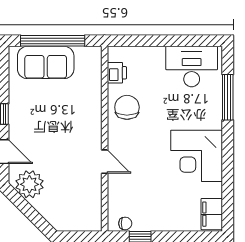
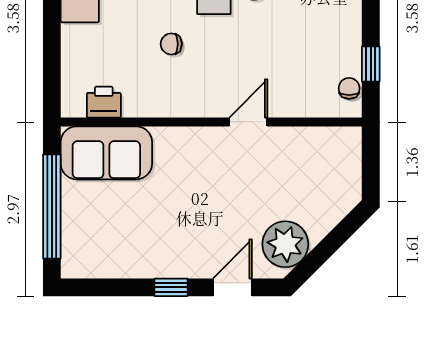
sofa: (46, 62) -> (106, 153), moved, turned 90
chair: (127, 107) -> (171, 44), moved, width x0.54, depth x0.54

